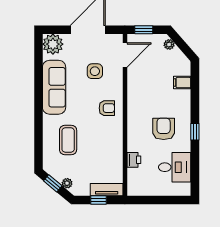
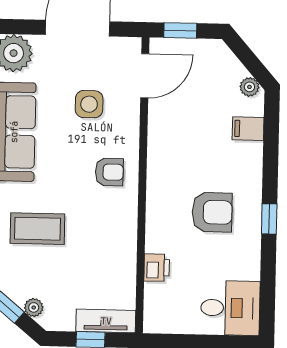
plant: (169, 44) -> (249, 87), moved
armchair: (164, 129) -> (212, 212), turned 90
coffee table: (68, 140) -> (37, 229), turned 90
desk: (175, 167) -> (230, 308), moved

